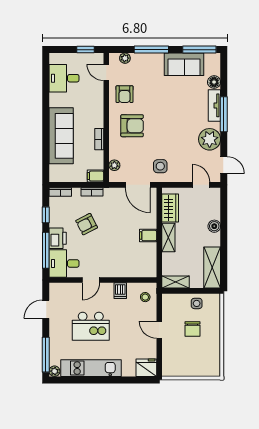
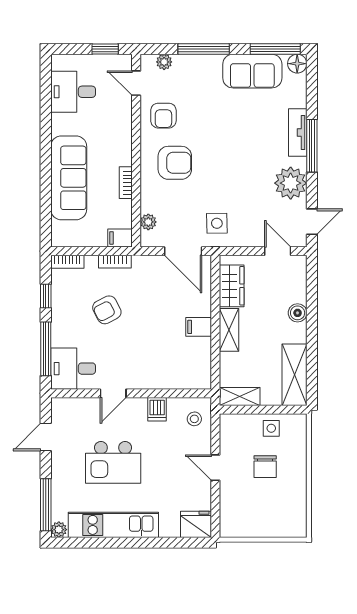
floor lamp: (214, 82) -> (297, 64), moved
door: (224, 165) -> (312, 222), hinge flipped
printer: (58, 238) -> (64, 331), removed

